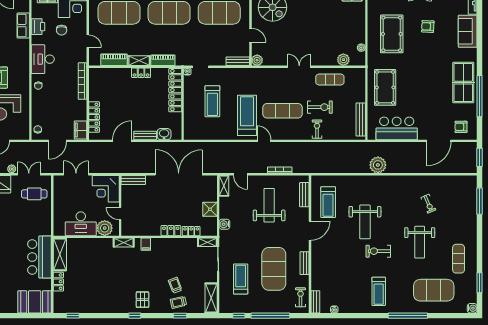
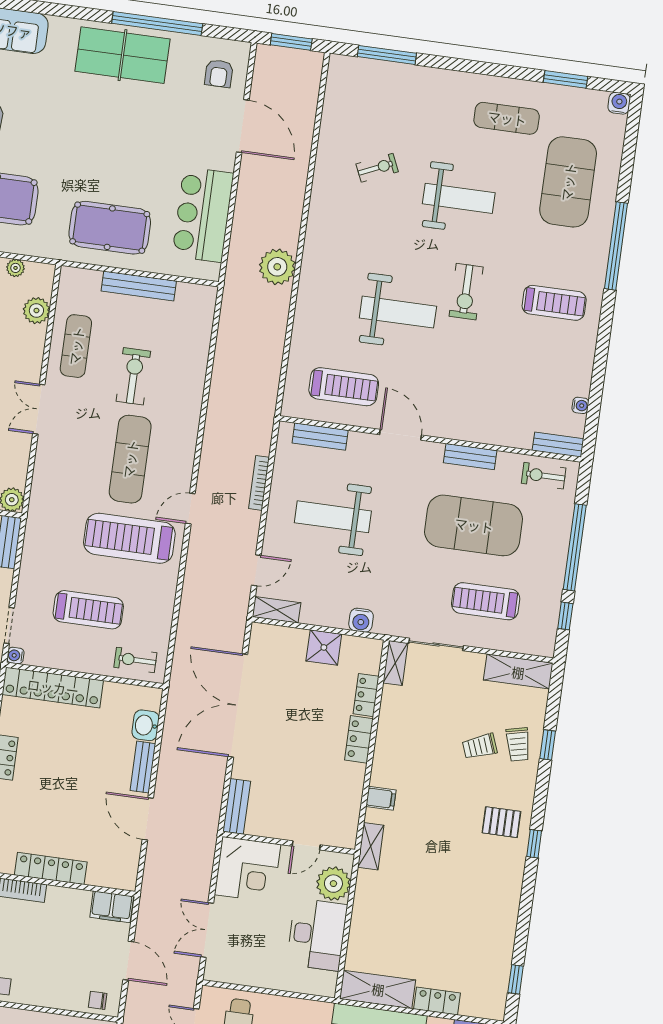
locker: (94, 117) -> (51, 868), moved
bench: (361, 119) -> (139, 286), moved
exercise bike: (317, 129) -> (135, 660), moved

